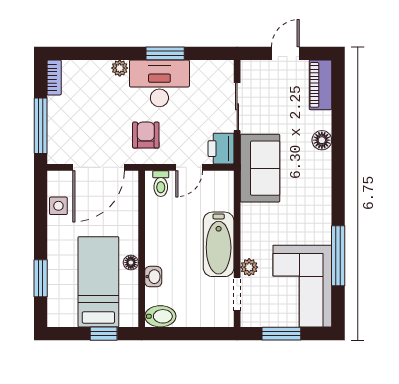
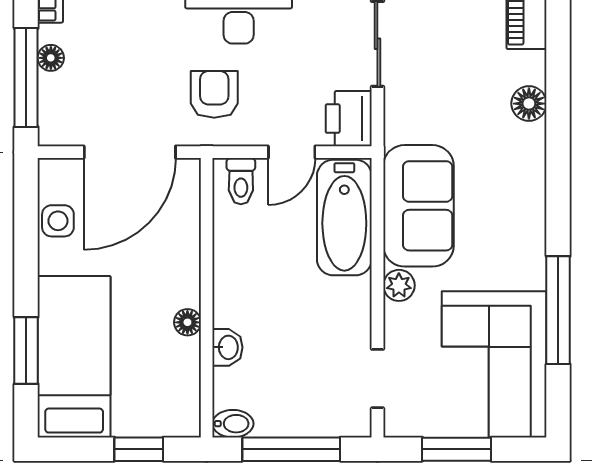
floor lamp: (54, 115) -> (51, 58), added
sofa: (260, 168) -> (418, 206), moved
bathtub: (219, 244) -> (344, 218), moved
plant: (249, 267) -> (399, 285), moved
bed: (98, 282) -> (74, 357), moved
bidet: (160, 316) -> (233, 424), width x0.72, depth x0.74
window: (189, 334) -> (291, 449), added

